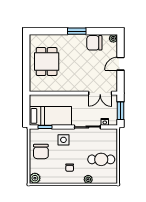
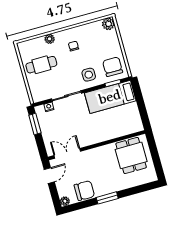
wall: (73, 93) -> (97, 145), moved
double door: (100, 93) -> (67, 153), moved
chair: (41, 151) -> (113, 67), moved

